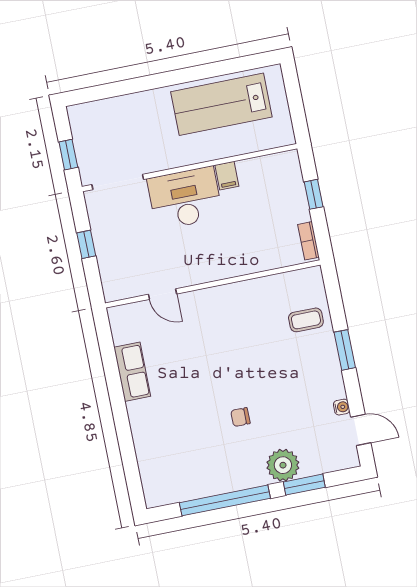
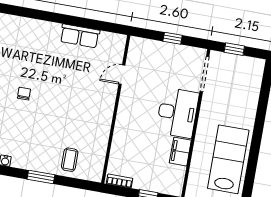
filing cabinet: (227, 176) -> (180, 152), width x2.00

